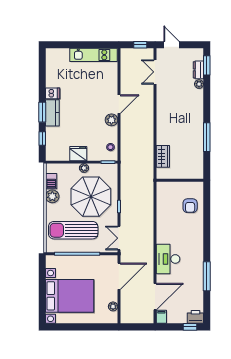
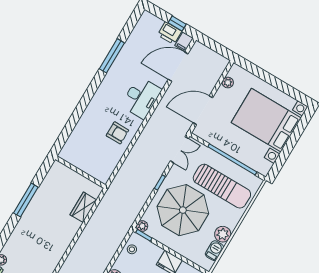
plant: (84, 168) -> (142, 226), moved
armchair: (190, 206) -> (117, 133), moved, turned 90
printer: (195, 317) -> (170, 33), moved
window: (190, 327) -> (177, 24), moved

